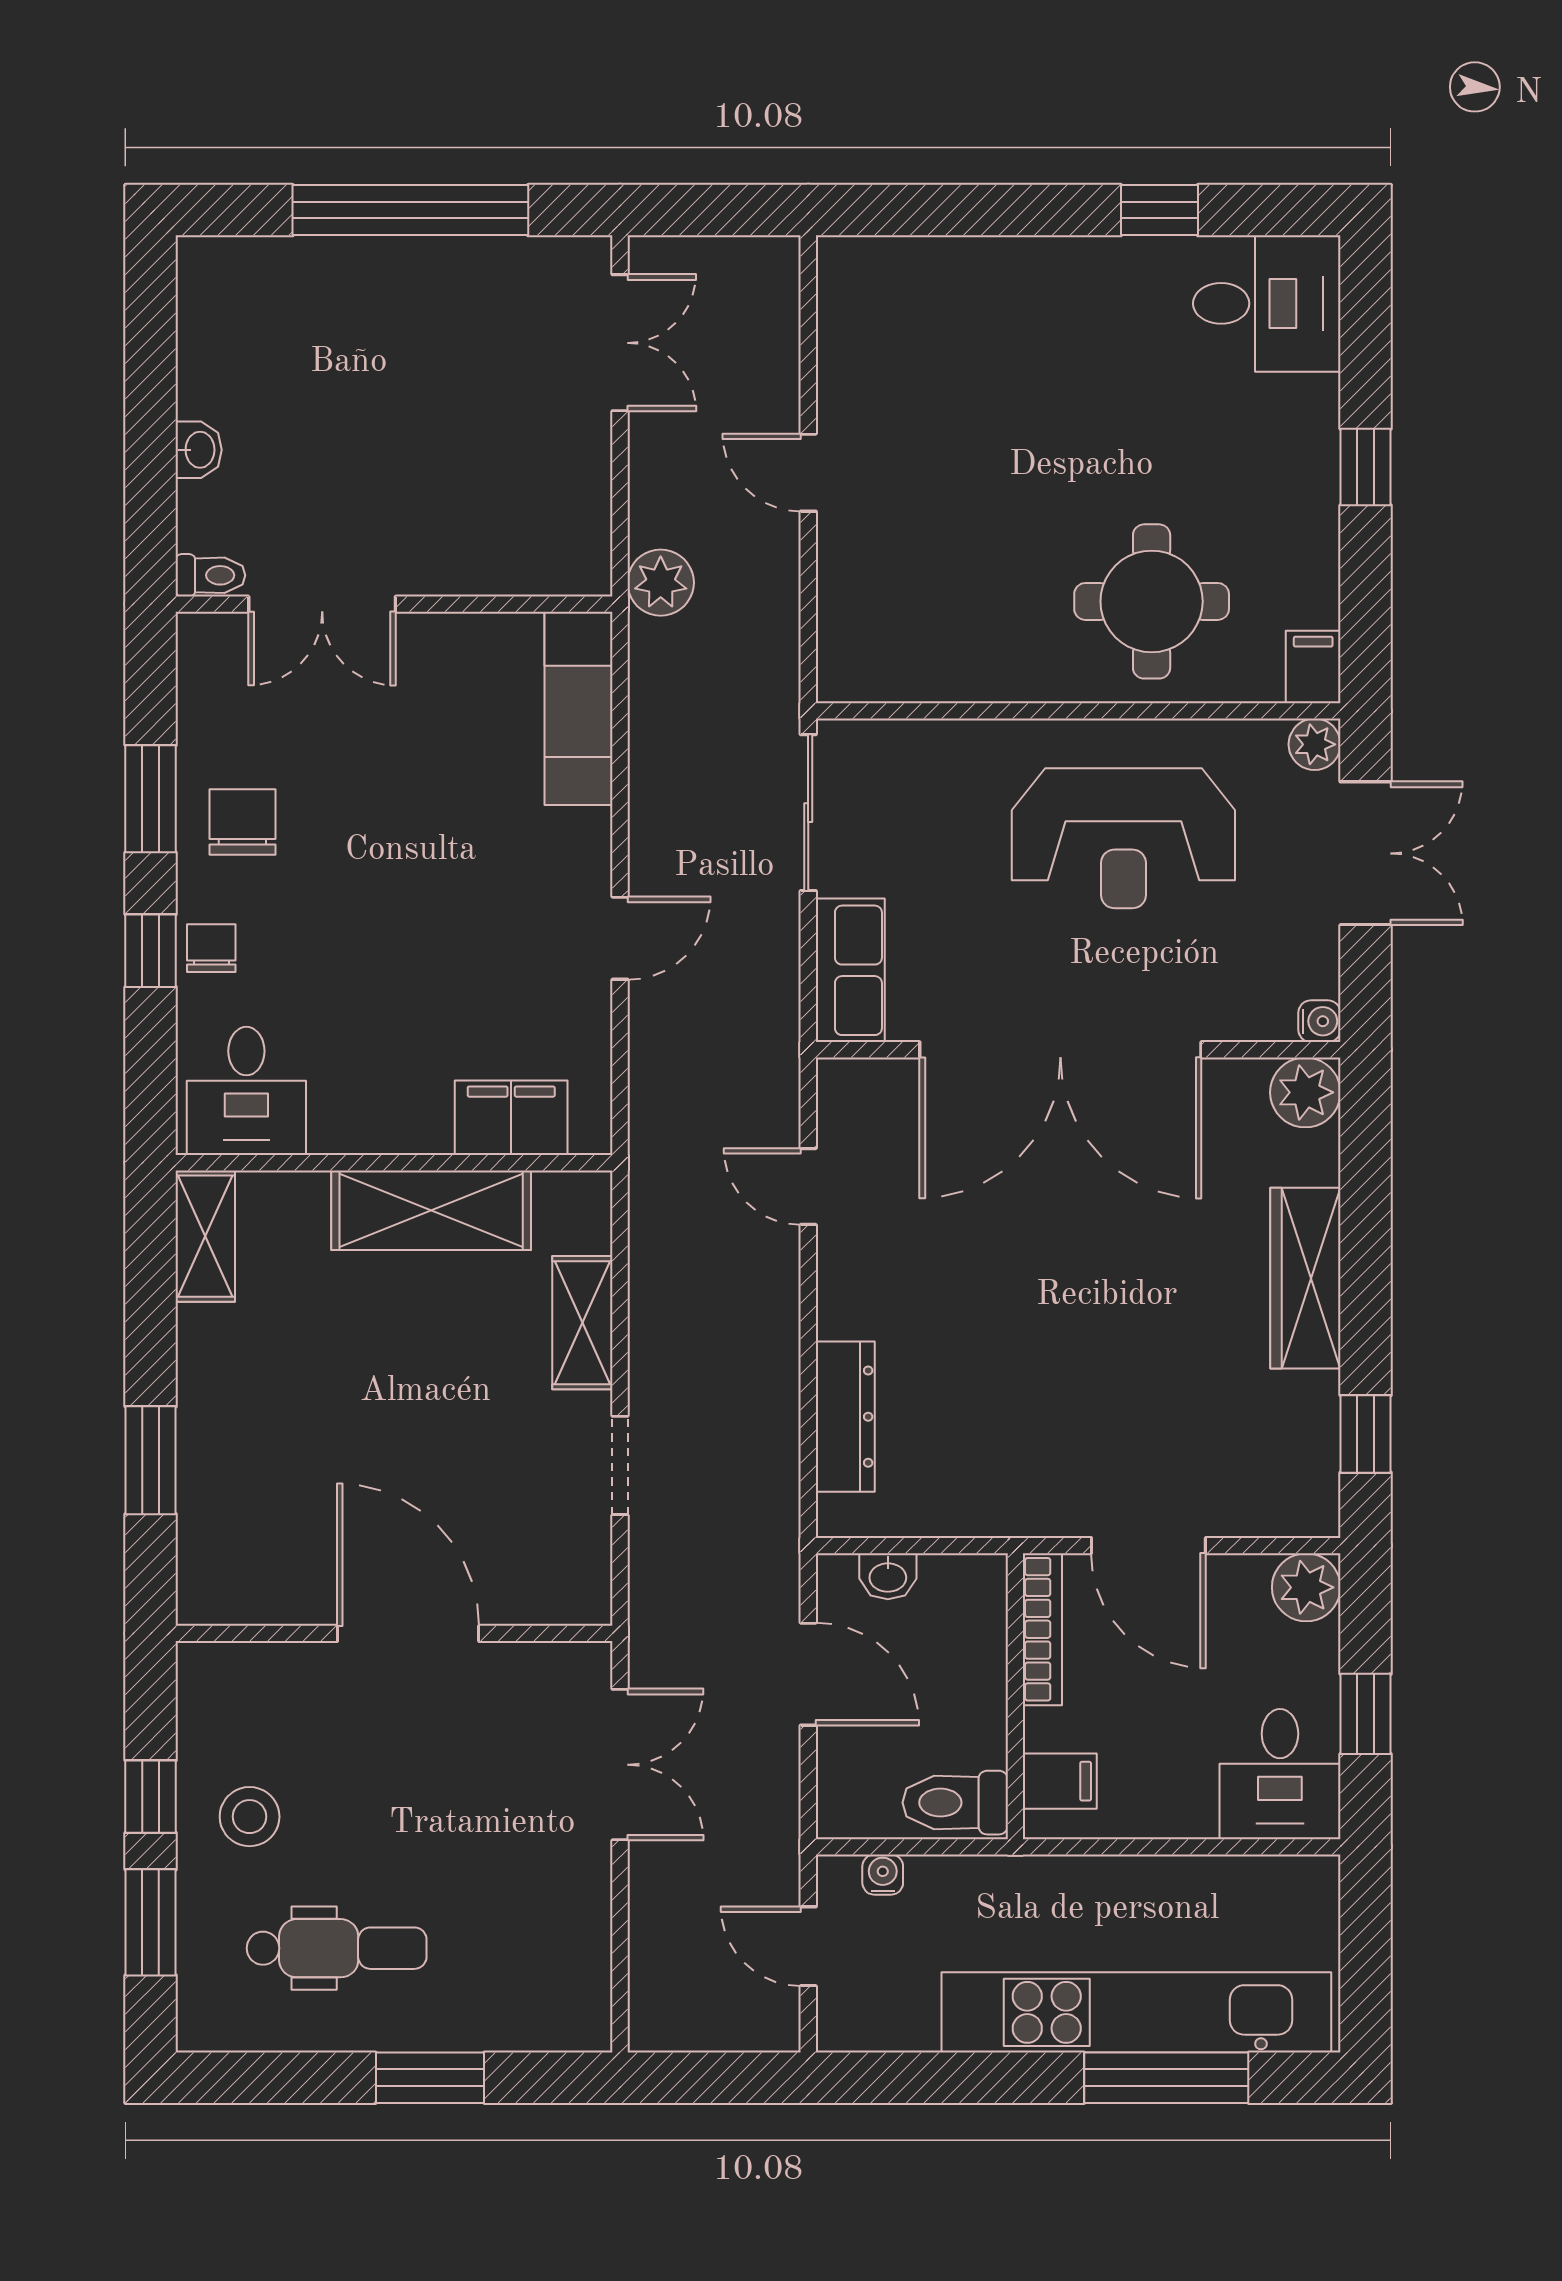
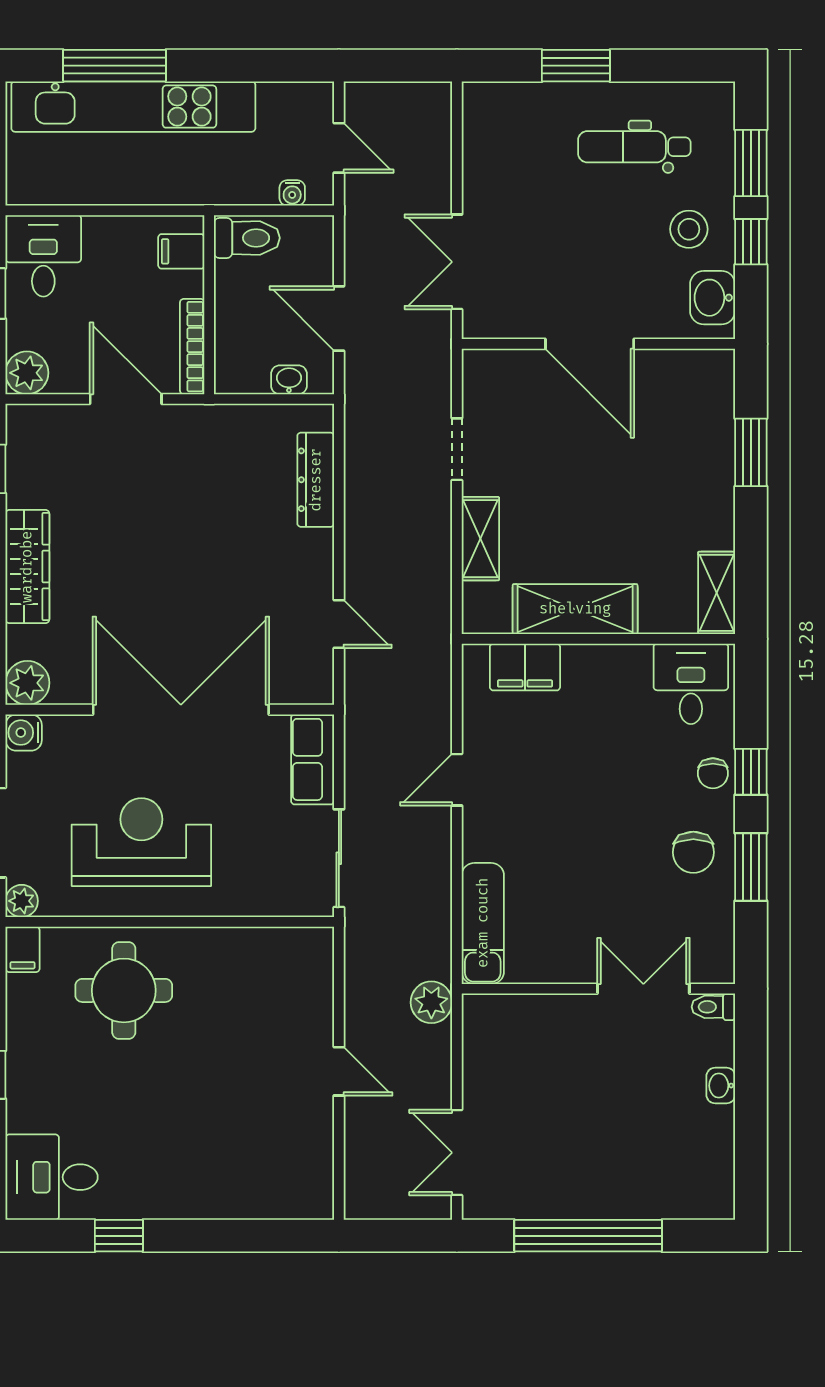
water cooler: (1319, 1021) -> (24, 733), width x1.38, depth x1.38
washbasin: (212, 1707) -> (713, 298), added

